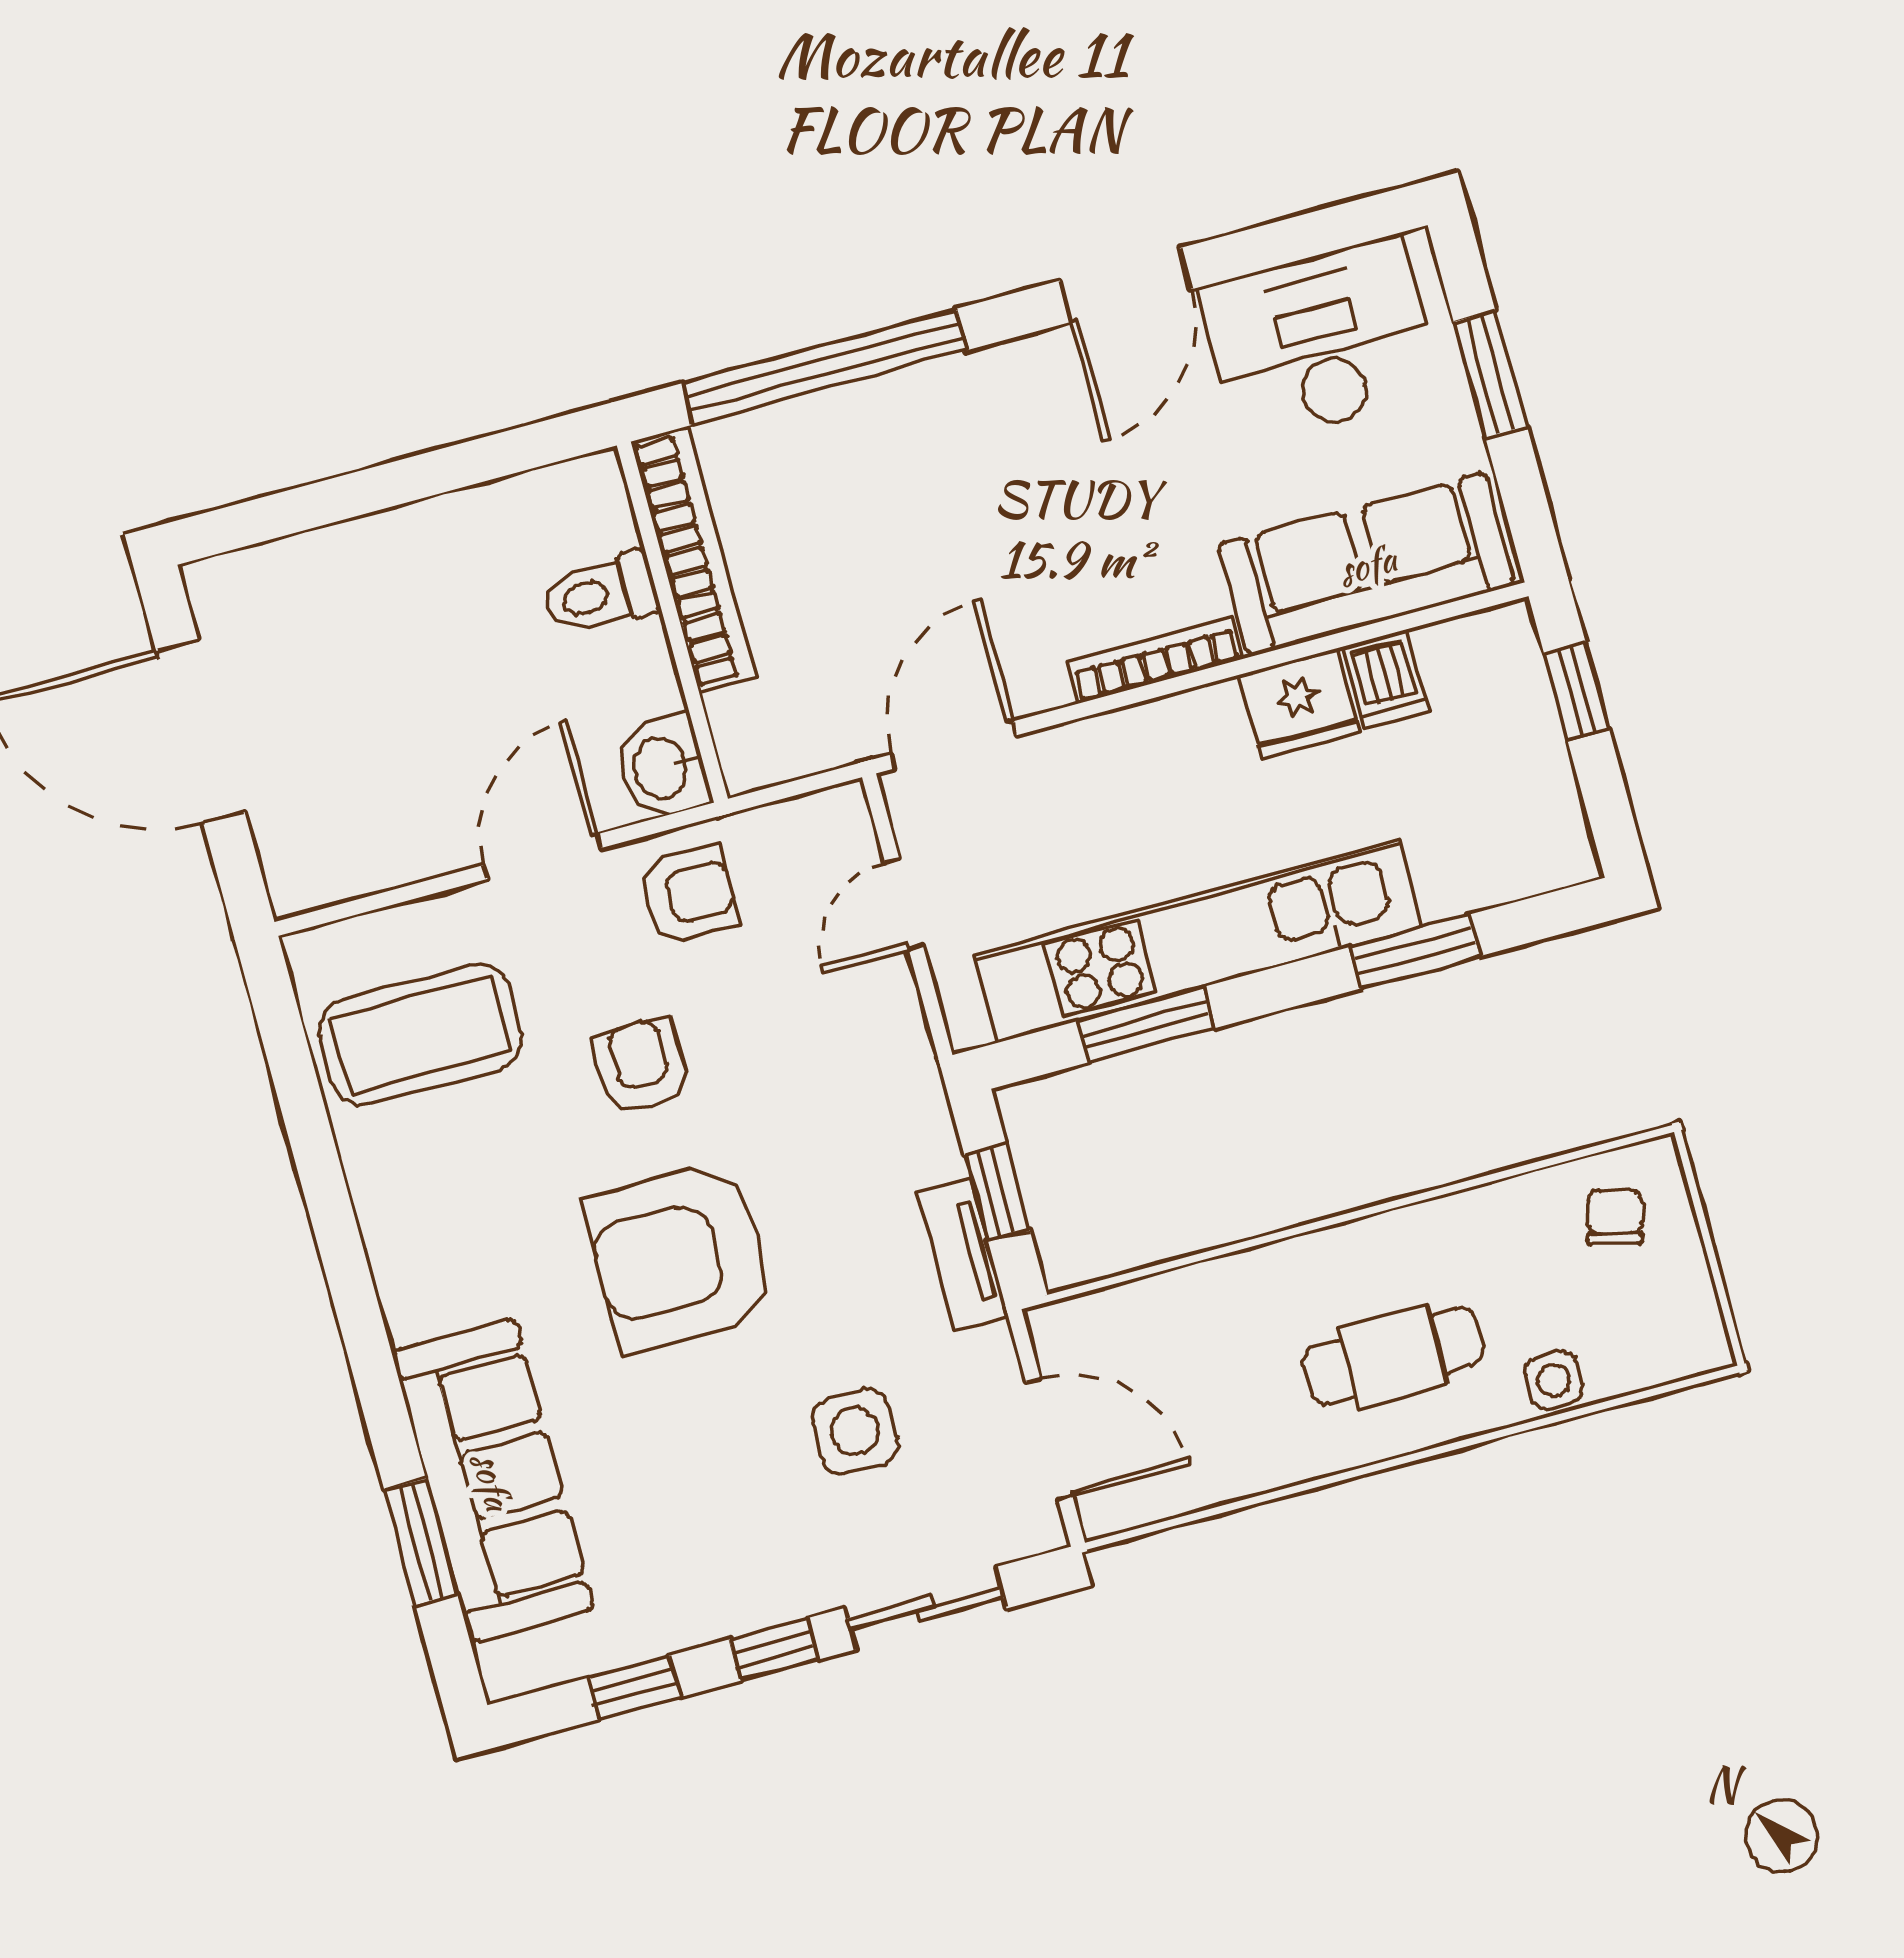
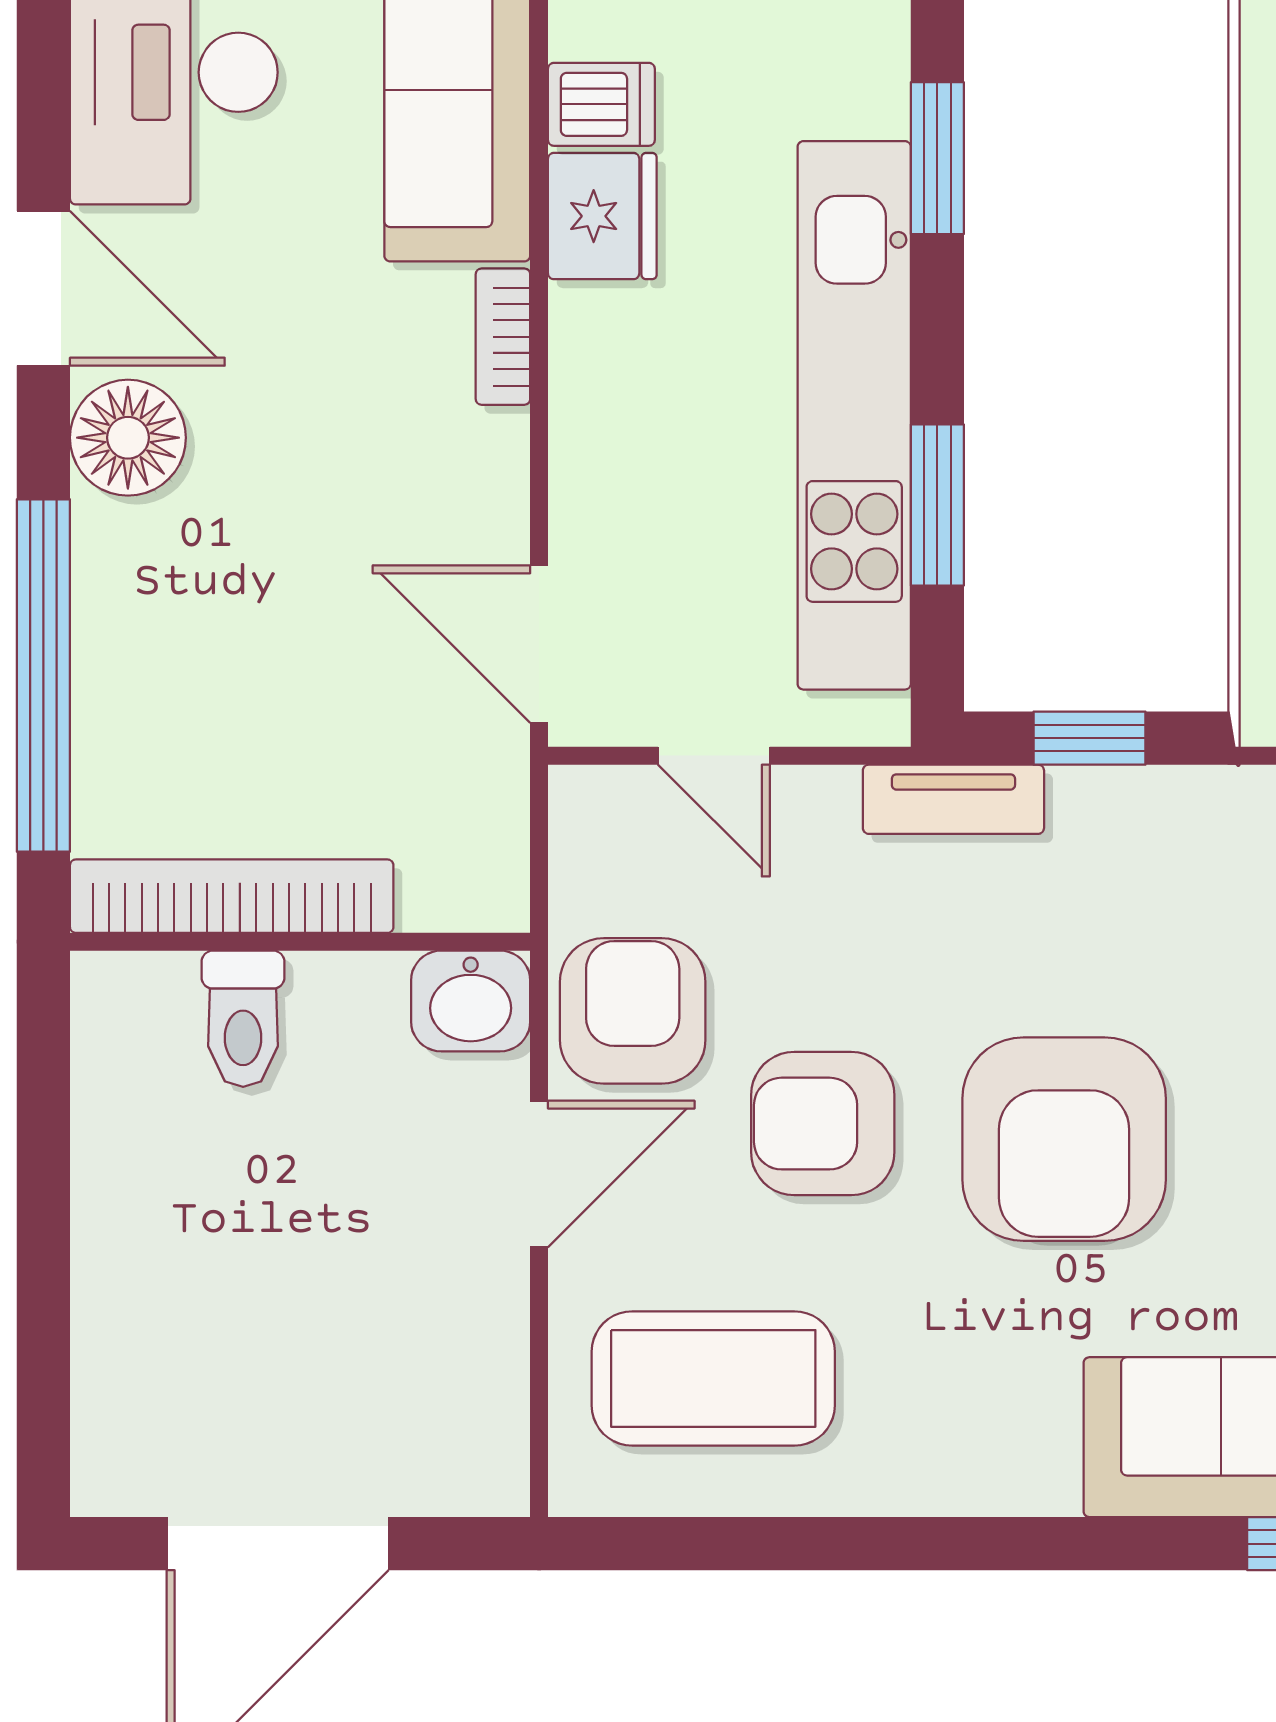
floor lamp: (1027, 382) -> (128, 438), added
bookcase: (1155, 660) -> (503, 337), width x0.64
door: (543, 857) -> (539, 1174), swing flipped
armchair: (689, 895) -> (633, 1011), width x1.38, depth x1.38
coffee table: (421, 1035) -> (713, 1378), turned 90
armchair: (641, 1066) -> (823, 1124), width x1.38, depth x1.38
tv unit: (963, 1254) -> (953, 799), moved

